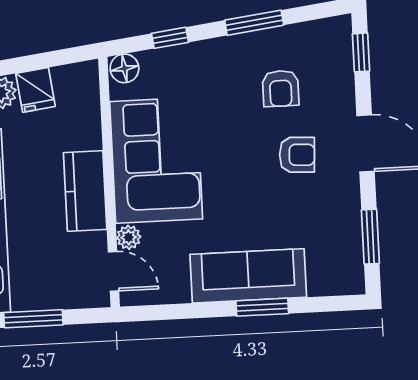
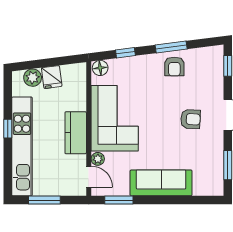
armchair: (281, 88) -> (174, 66), moved
window: (262, 307) -> (119, 200), moved

